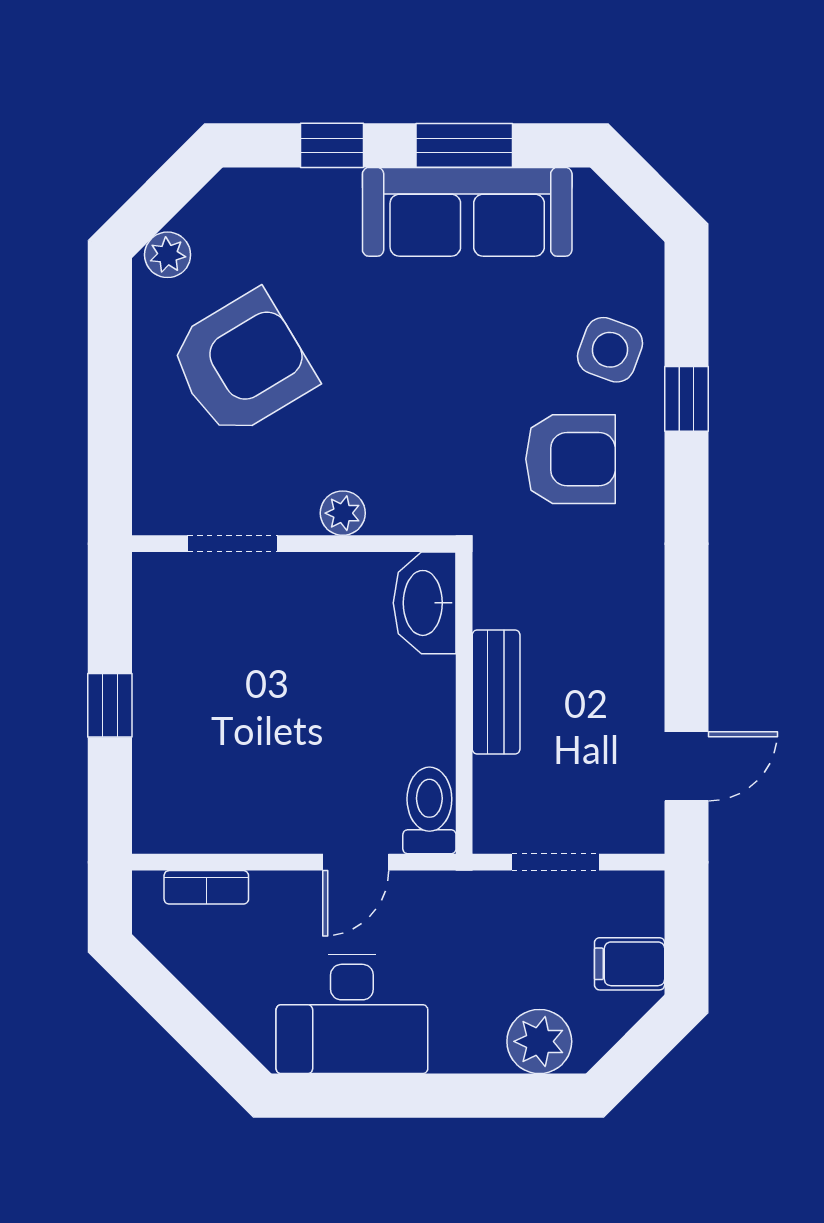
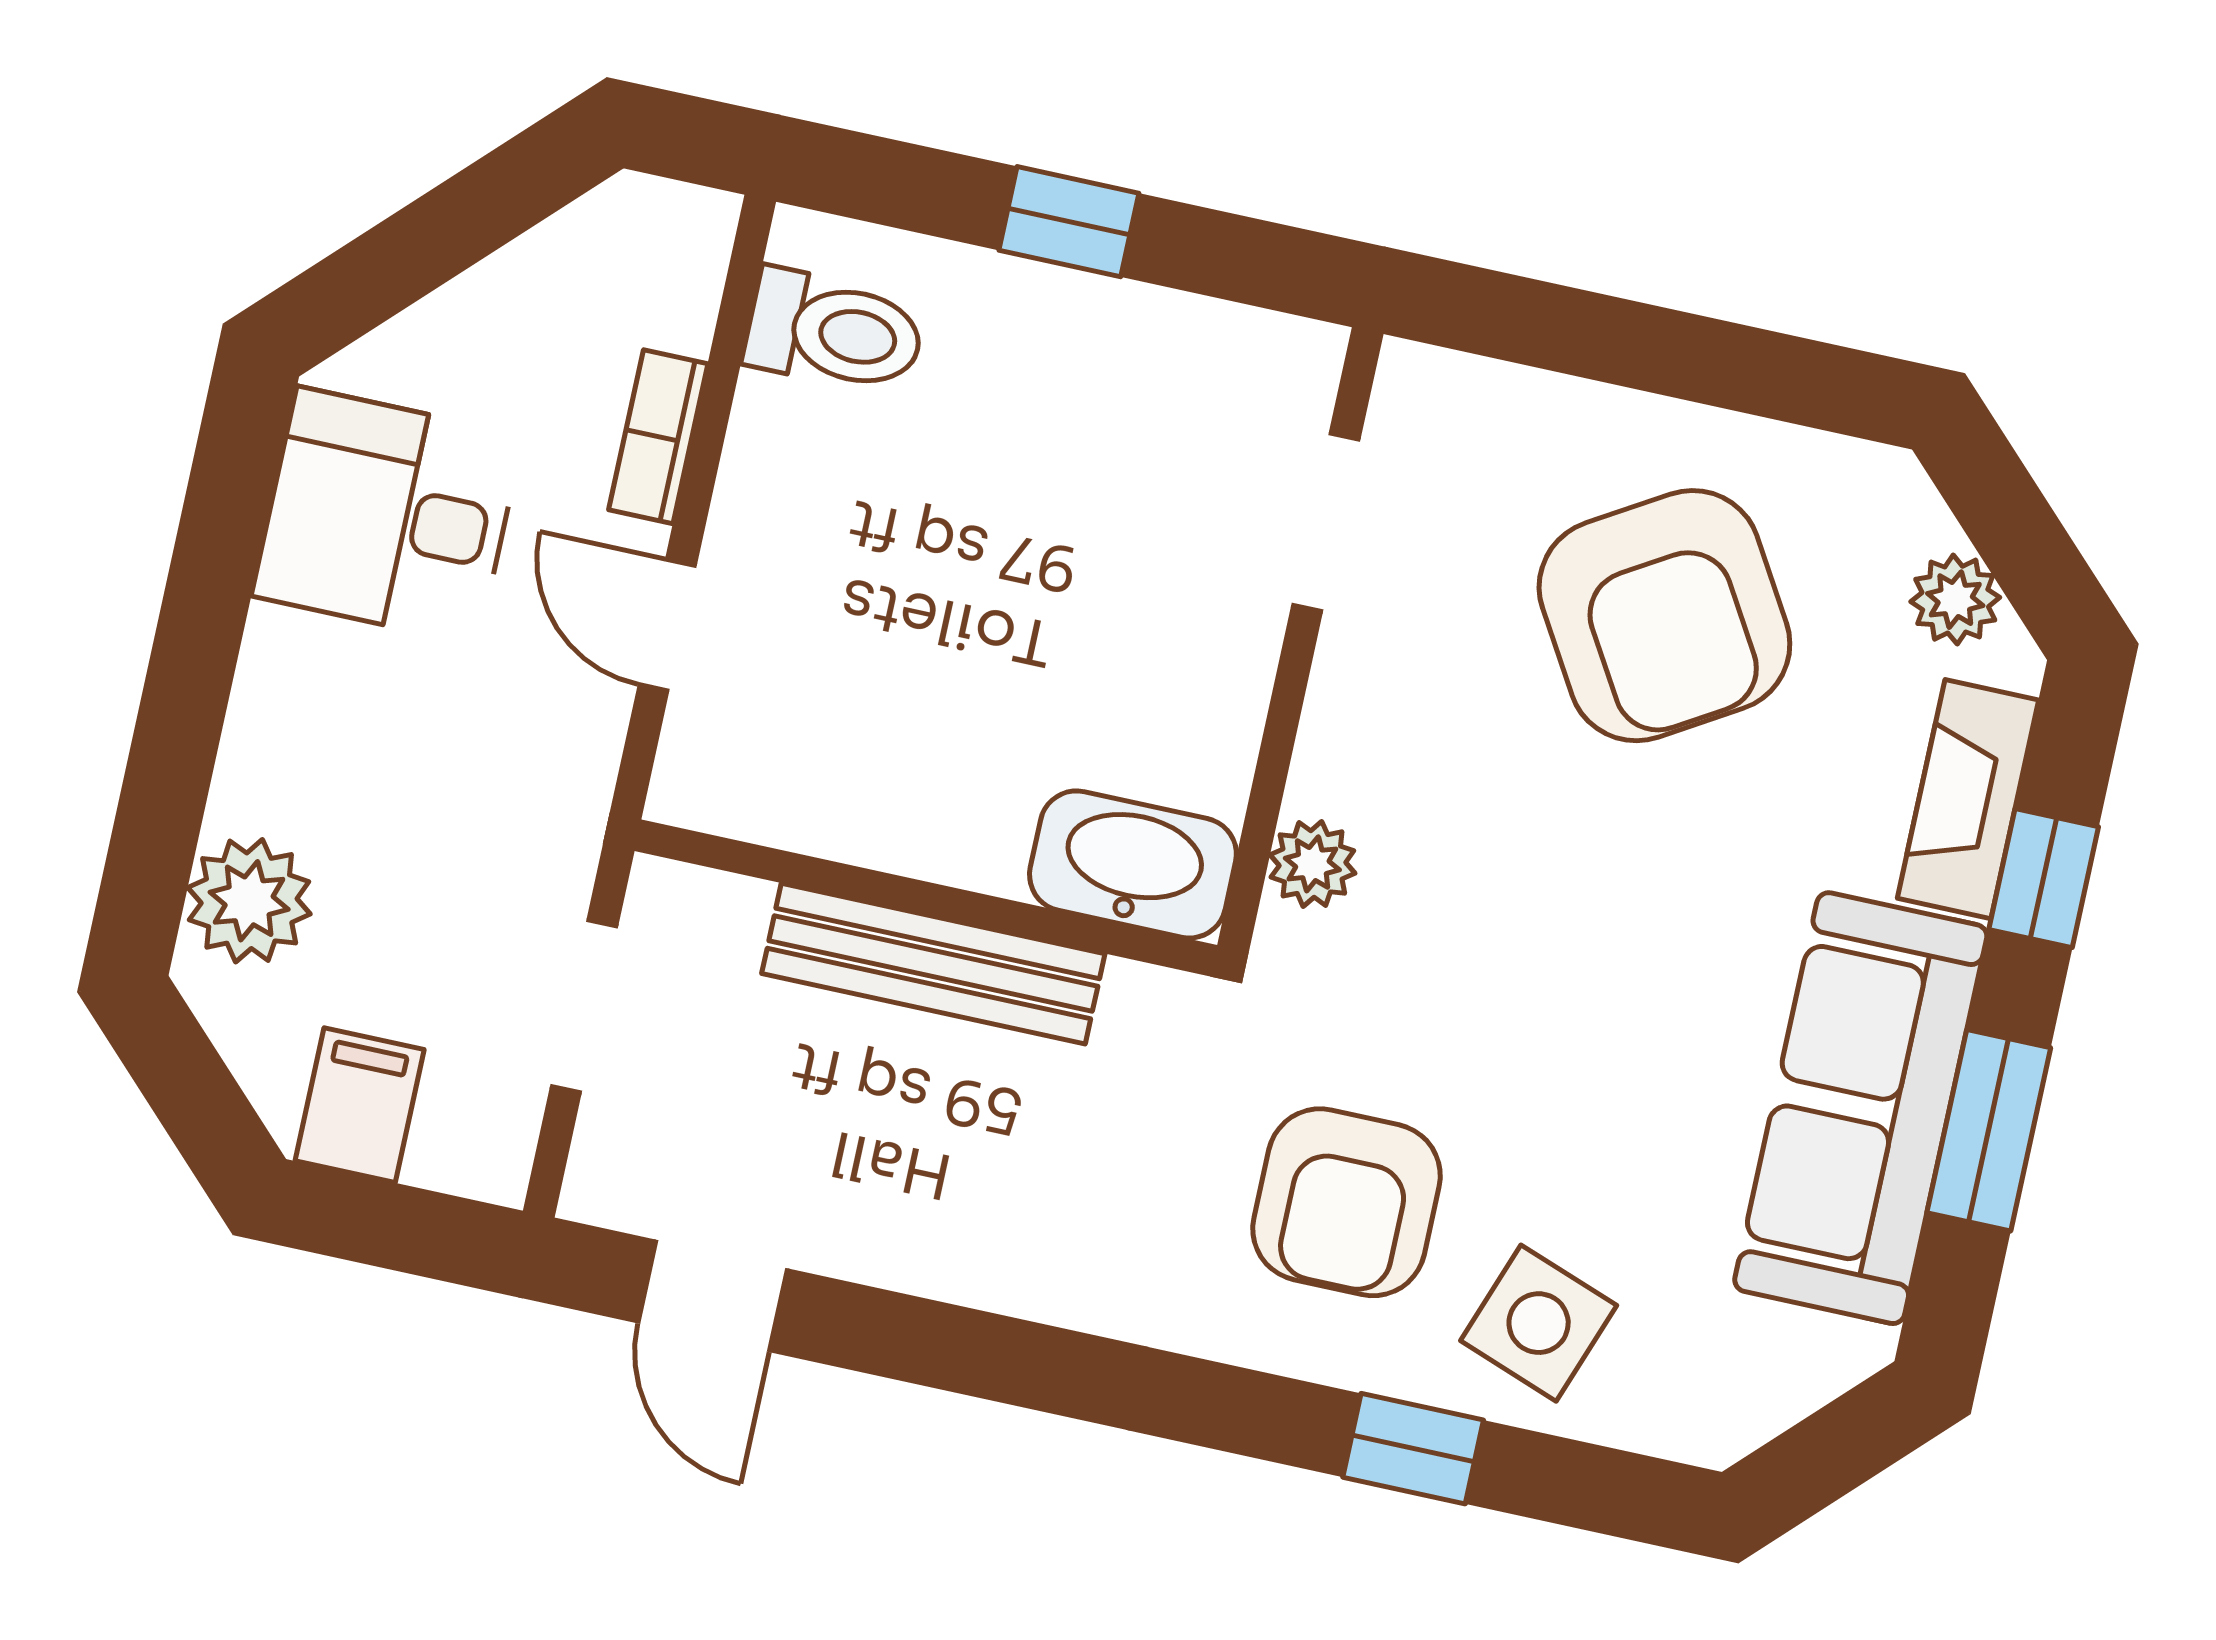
fireplace: (301, 192) -> (1968, 799), added
plant: (168, 255) -> (1955, 600), moved
plant: (343, 513) -> (1312, 864), moved
bench: (496, 692) -> (933, 964), width x1.36
toilet: (429, 810) -> (834, 332), moved
bookcase: (206, 887) -> (658, 437), moved
desk: (352, 1014) -> (388, 516), width x0.73

